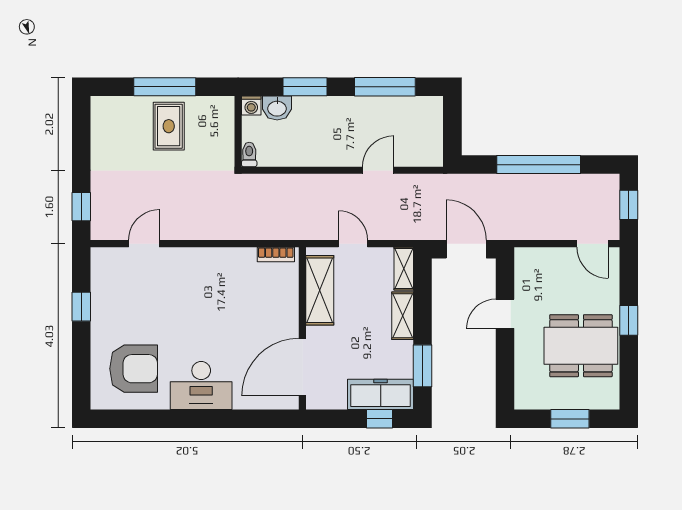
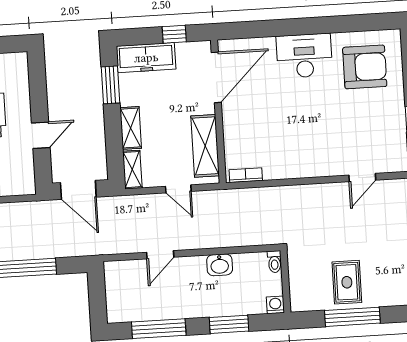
washbasin: (277, 108) -> (220, 265), moved, turned 180
armchair: (134, 369) -> (365, 67), turned 180
window: (379, 419) -> (174, 34), moved

